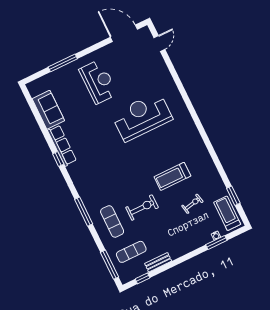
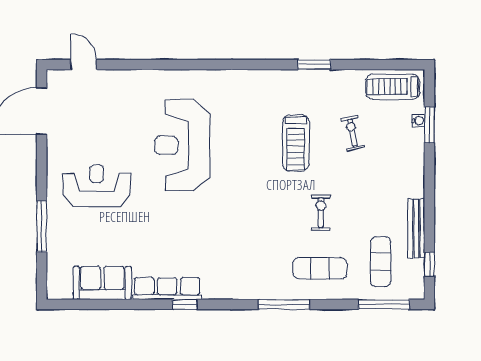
window: (233, 196) -> (314, 65), moved
exercise bike: (142, 208) -> (321, 213), width x0.73, depth x0.72
bench: (158, 262) -> (416, 228), width x1.36

